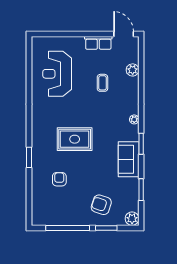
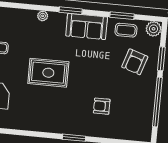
rug: (75, 139) -> (48, 73), moved, turned 90
coffee table: (129, 194) -> (126, 30), added

